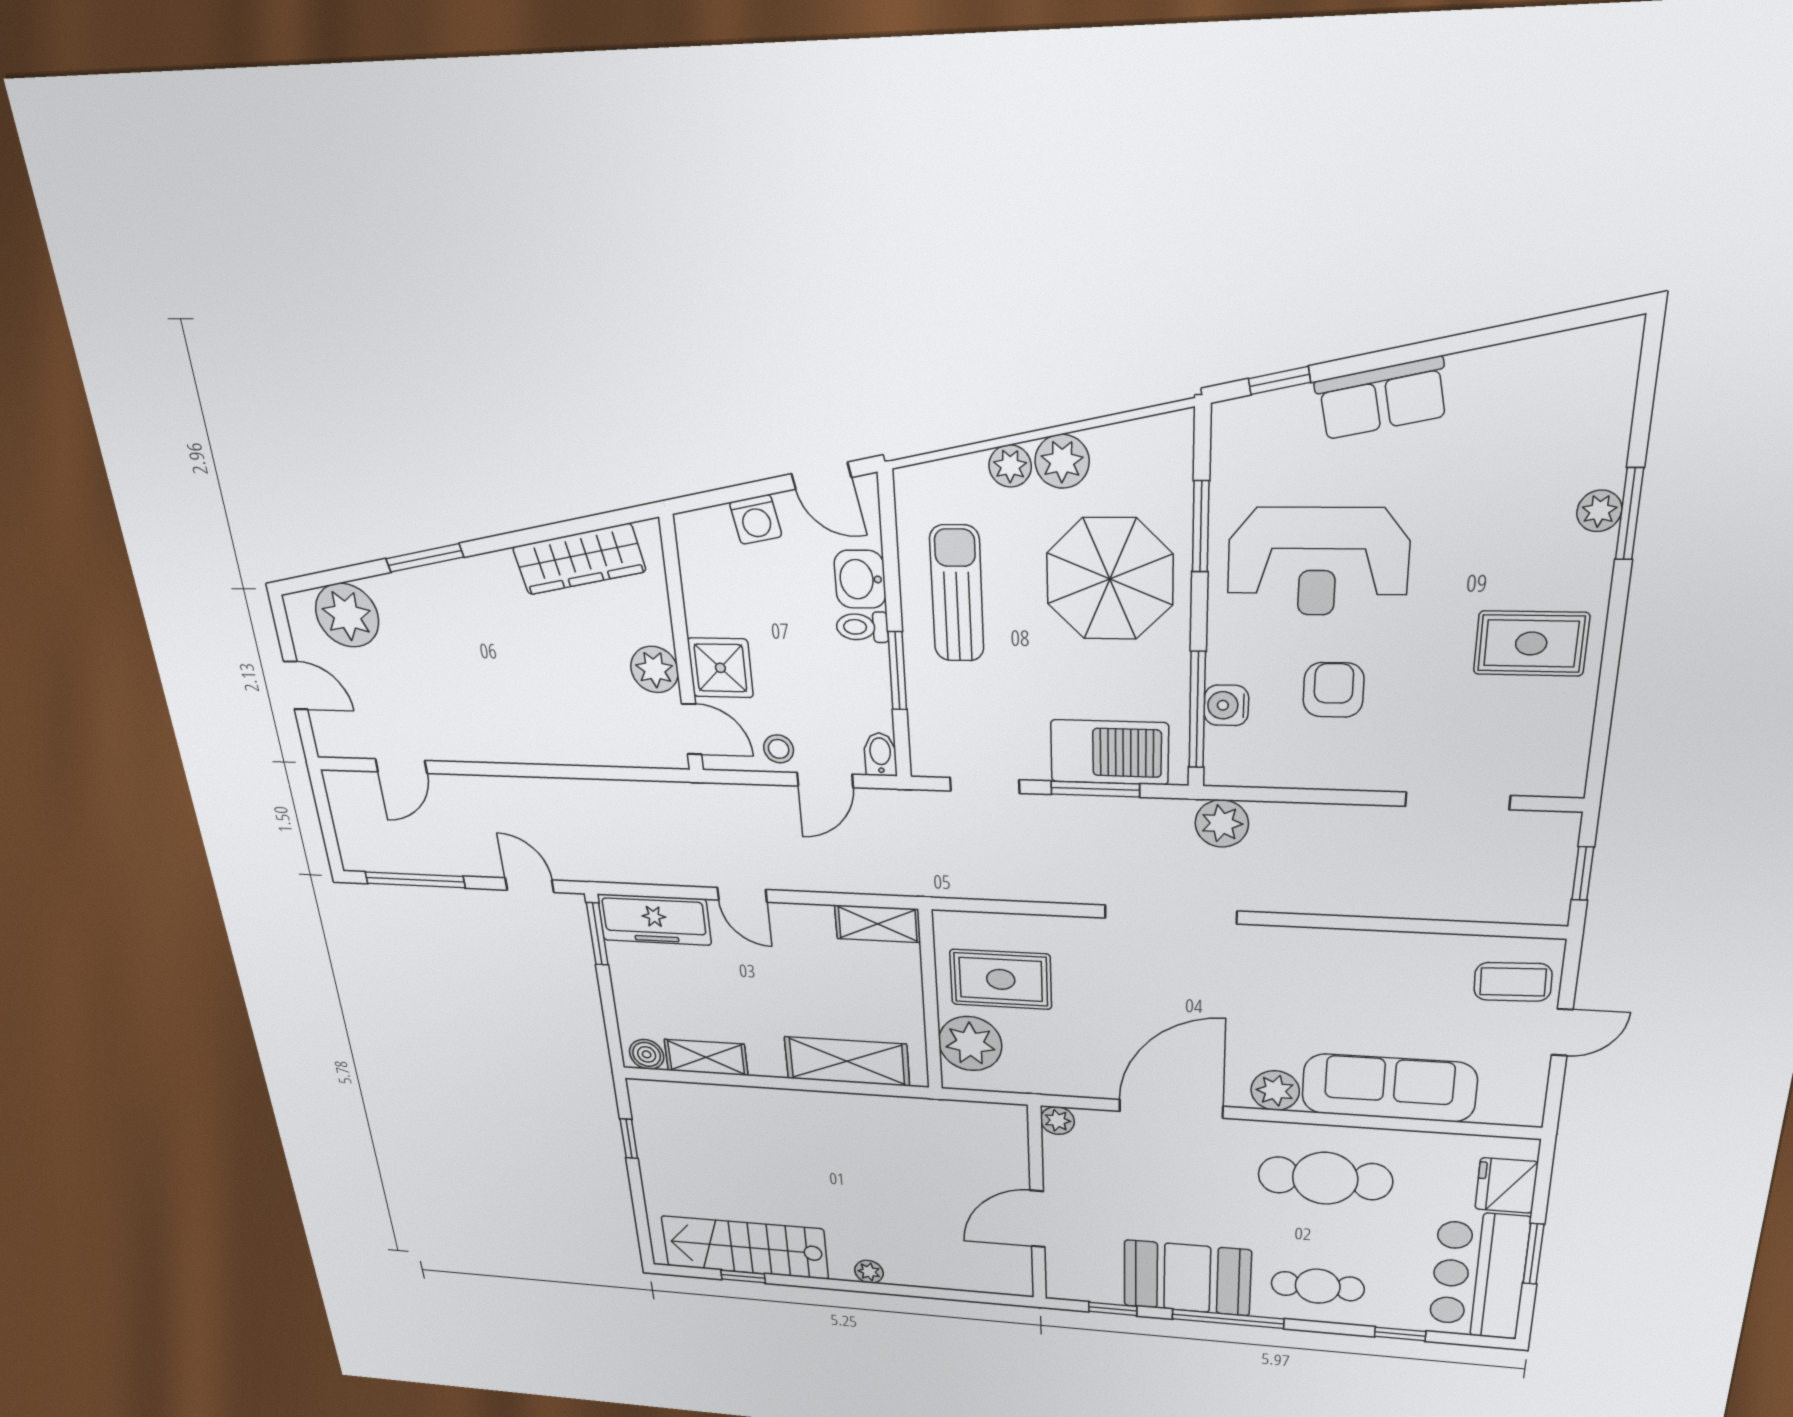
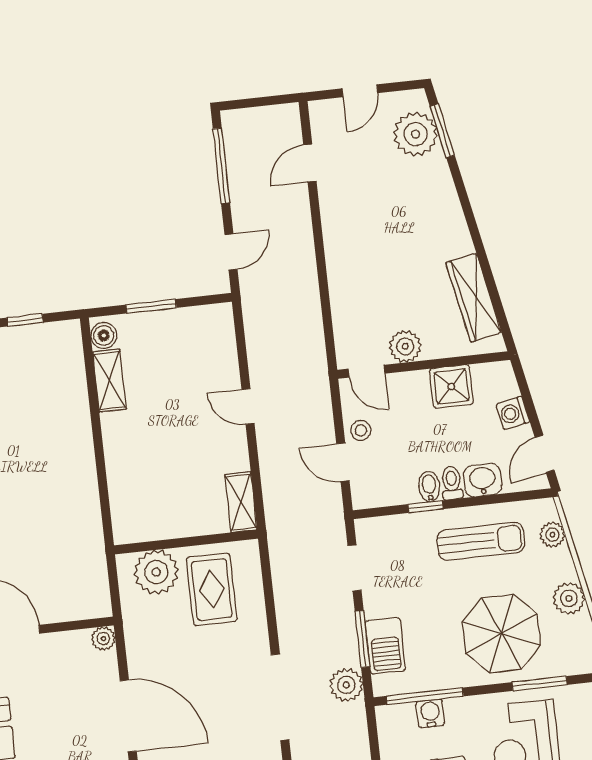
plant: (1010, 466) -> (552, 535), moved
window: (425, 558) -> (442, 131), moved
shower: (720, 668) -> (451, 386), moved
window: (897, 671) -> (425, 507), width x0.67
door: (692, 729) -> (367, 371), hinge flipped
barbecue: (1109, 752) -> (385, 646), width x0.73, depth x0.83
bidet: (880, 754) -> (429, 487), moved, turned -90
door: (401, 766) -> (310, 163), hinge flipped
plant: (1222, 823) -> (346, 685), moved
door: (742, 895) -> (248, 407), hinge flipped
freezer: (654, 920) -> (218, 343), removed
window: (597, 934) -> (151, 306), moved
shelving: (847, 1061) -> (125, 485), removed

